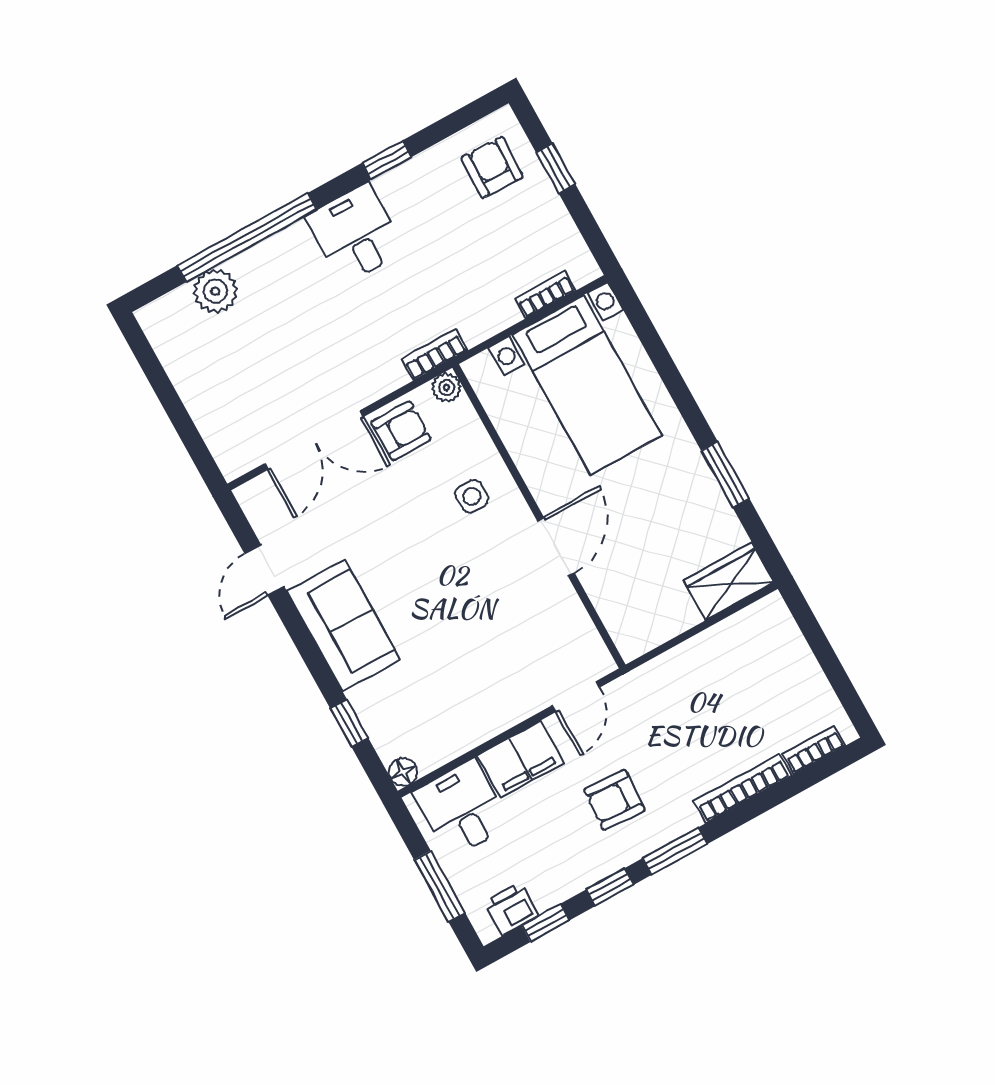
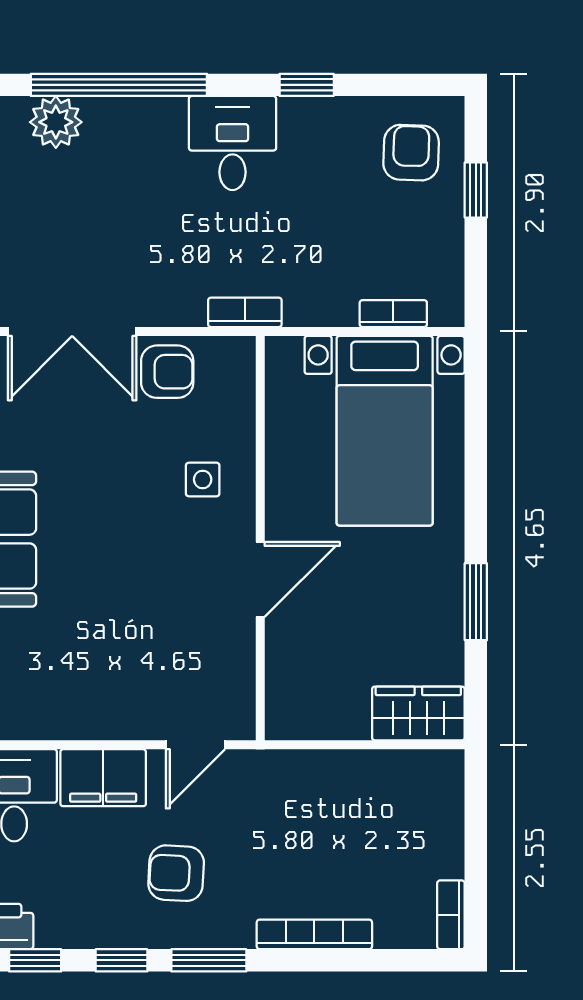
plant: (447, 388) -> (239, 353), removed
bookcase: (814, 750) -> (451, 915), moved, turned -90

